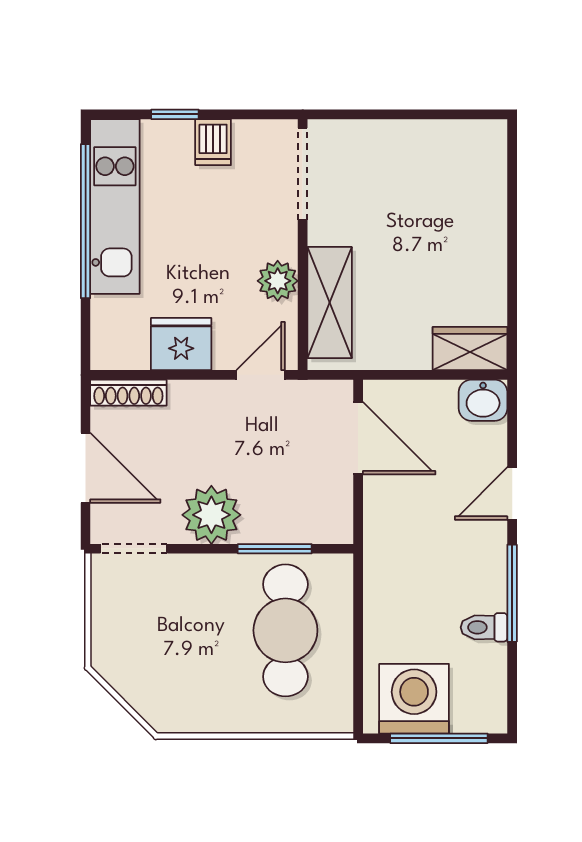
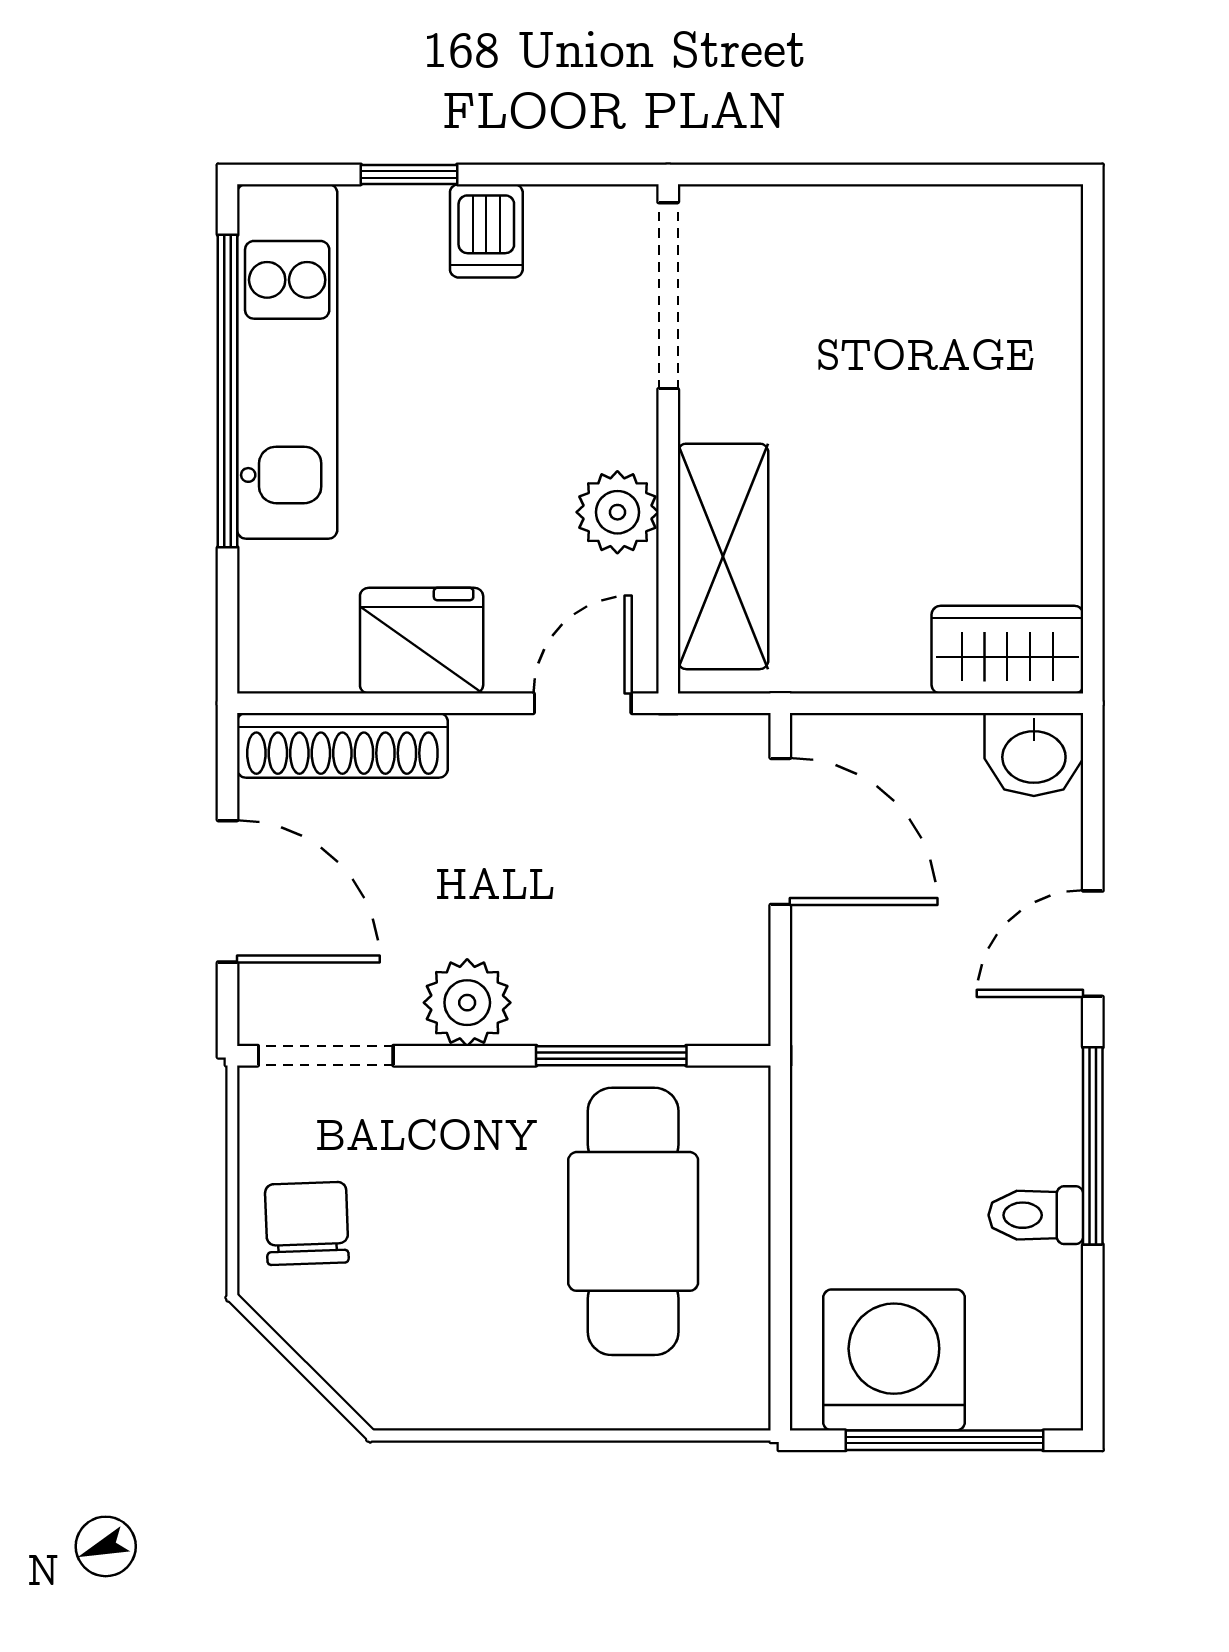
shoe rack: (128, 393) -> (342, 745), width x1.36, depth x1.24
plant: (211, 515) -> (467, 1003), width x0.73, depth x0.73
chair: (125, 631) -> (307, 1223), added

